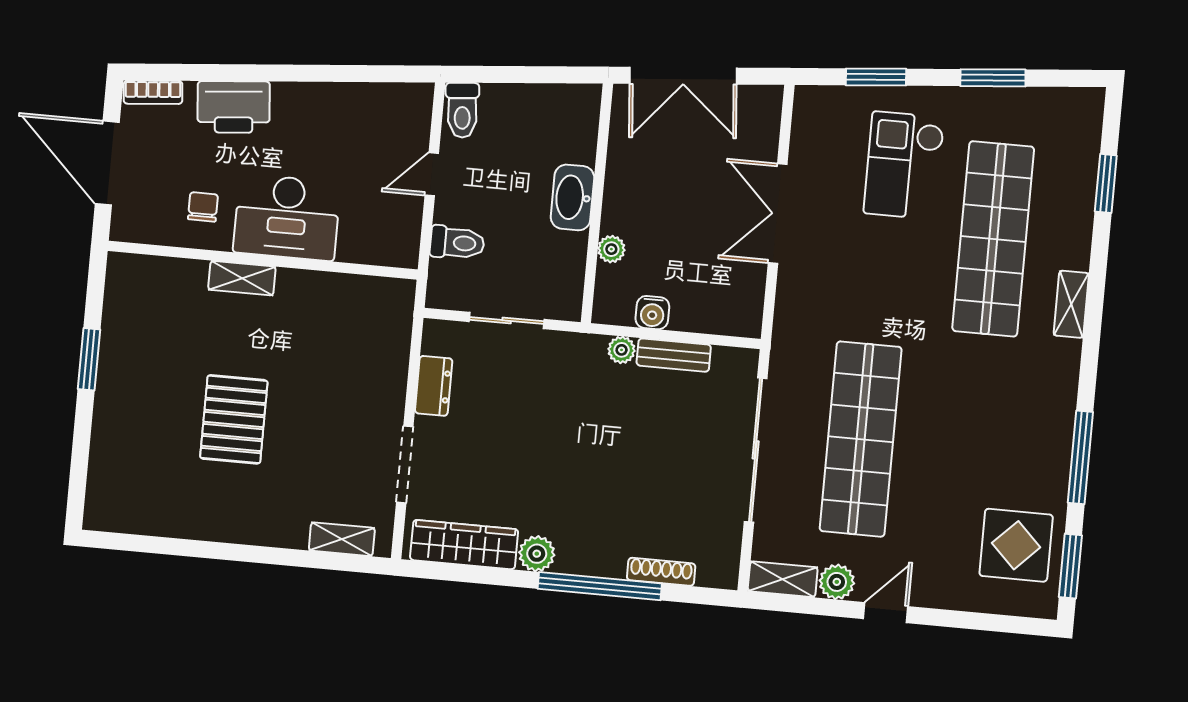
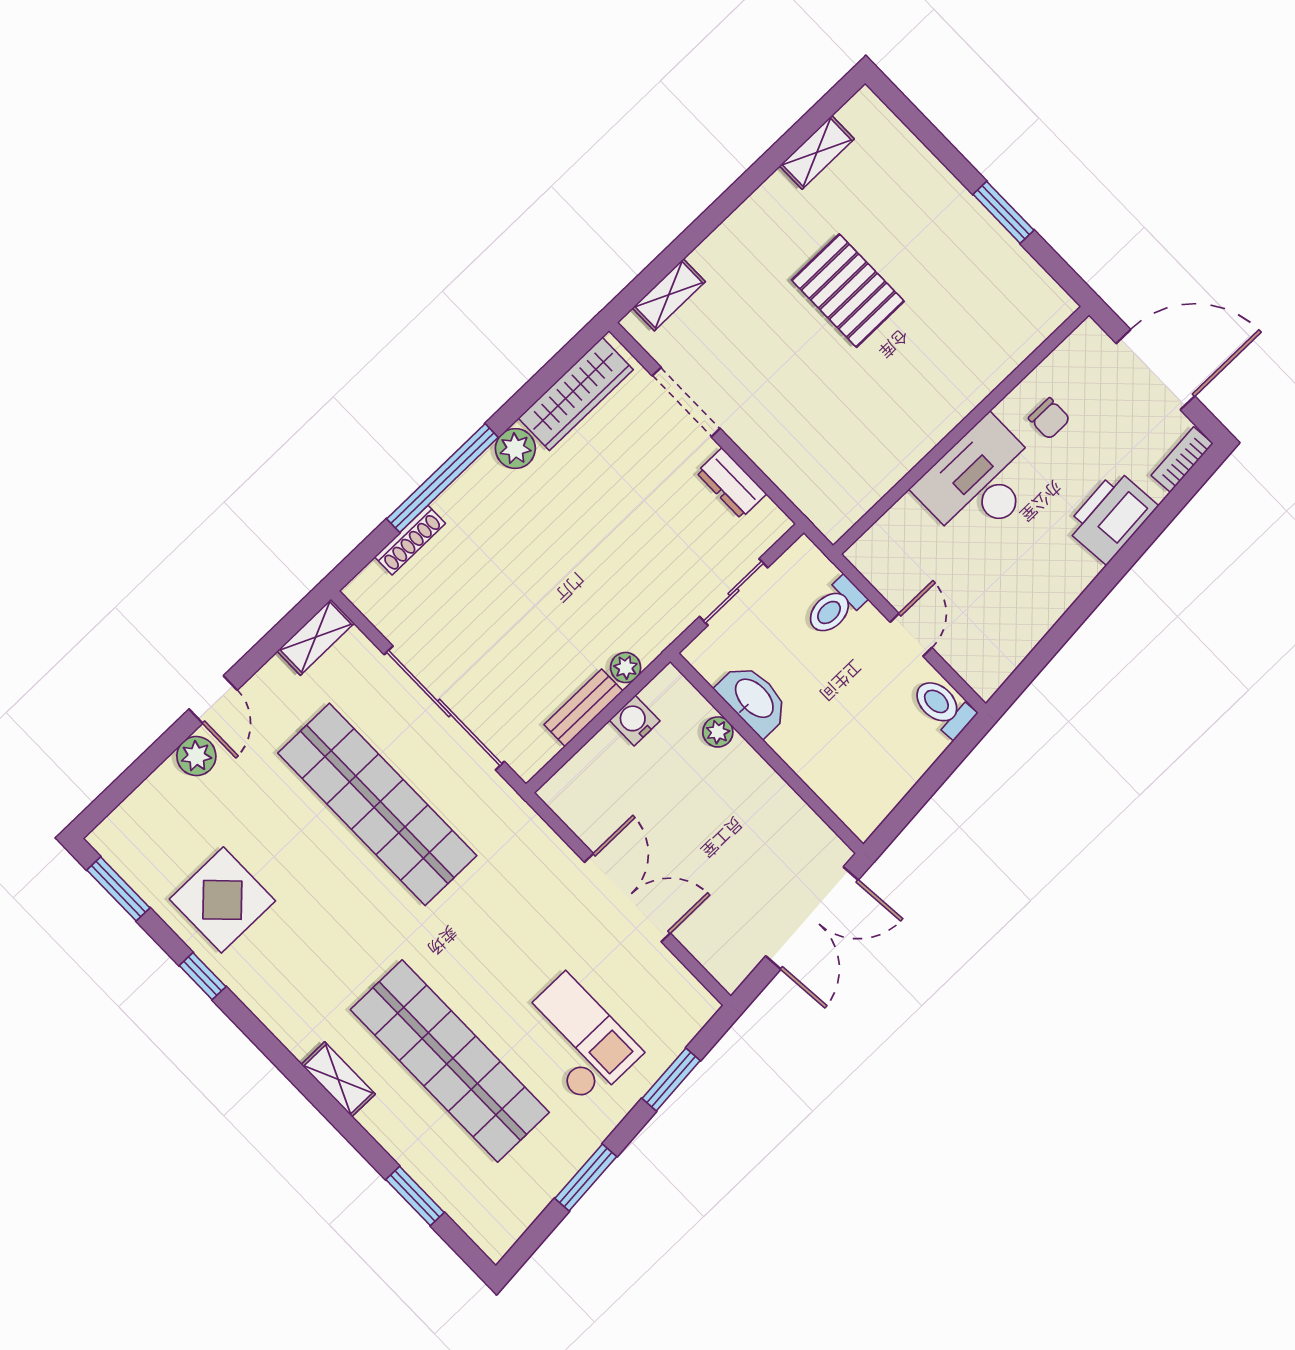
double door: (683, 76) -> (812, 918), swing flipped
washbasin: (572, 197) -> (753, 699), moved
shelving: (242, 278) -> (817, 152), moved
window: (1080, 457) -> (203, 976), width x0.46
display table: (1016, 545) -> (222, 900), moved
plant: (837, 582) -> (196, 756), moved

